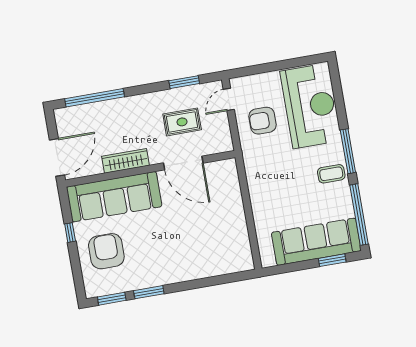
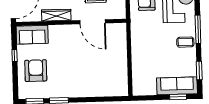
sofa: (114, 197) -> (32, 35), width x0.54, depth x0.79
window: (359, 215) -> (199, 70), width x0.47
sofa: (316, 242) -> (177, 86), width x0.74, depth x0.79

